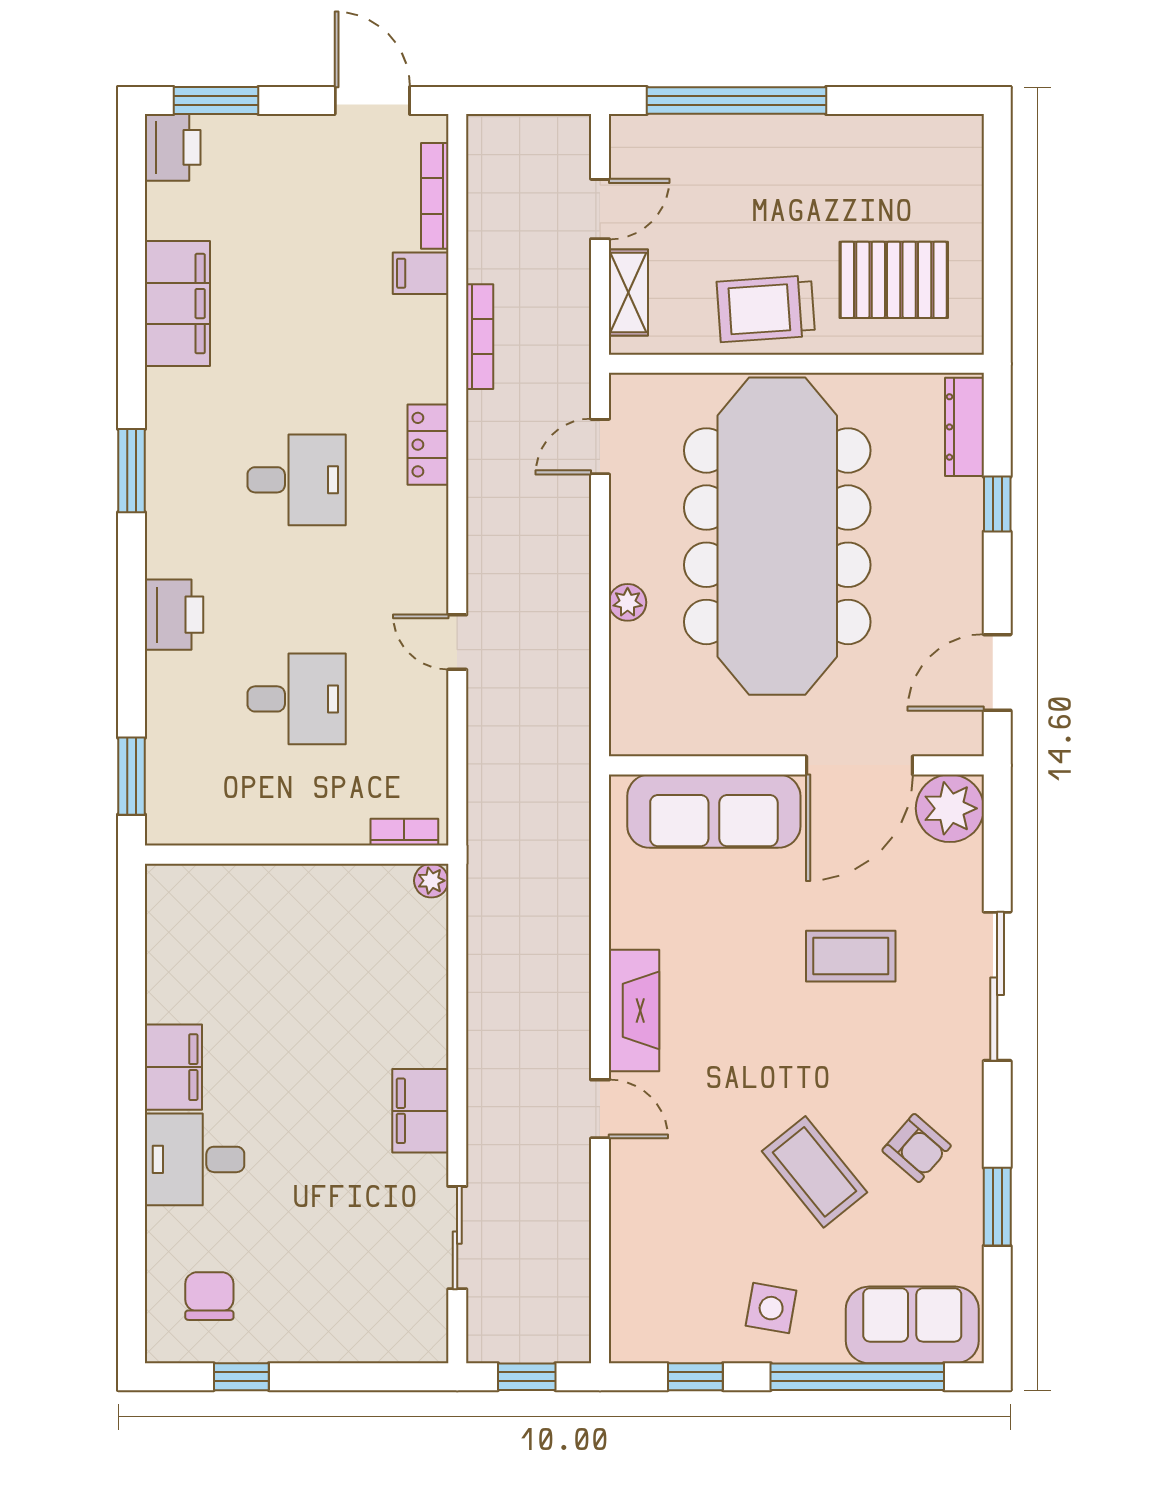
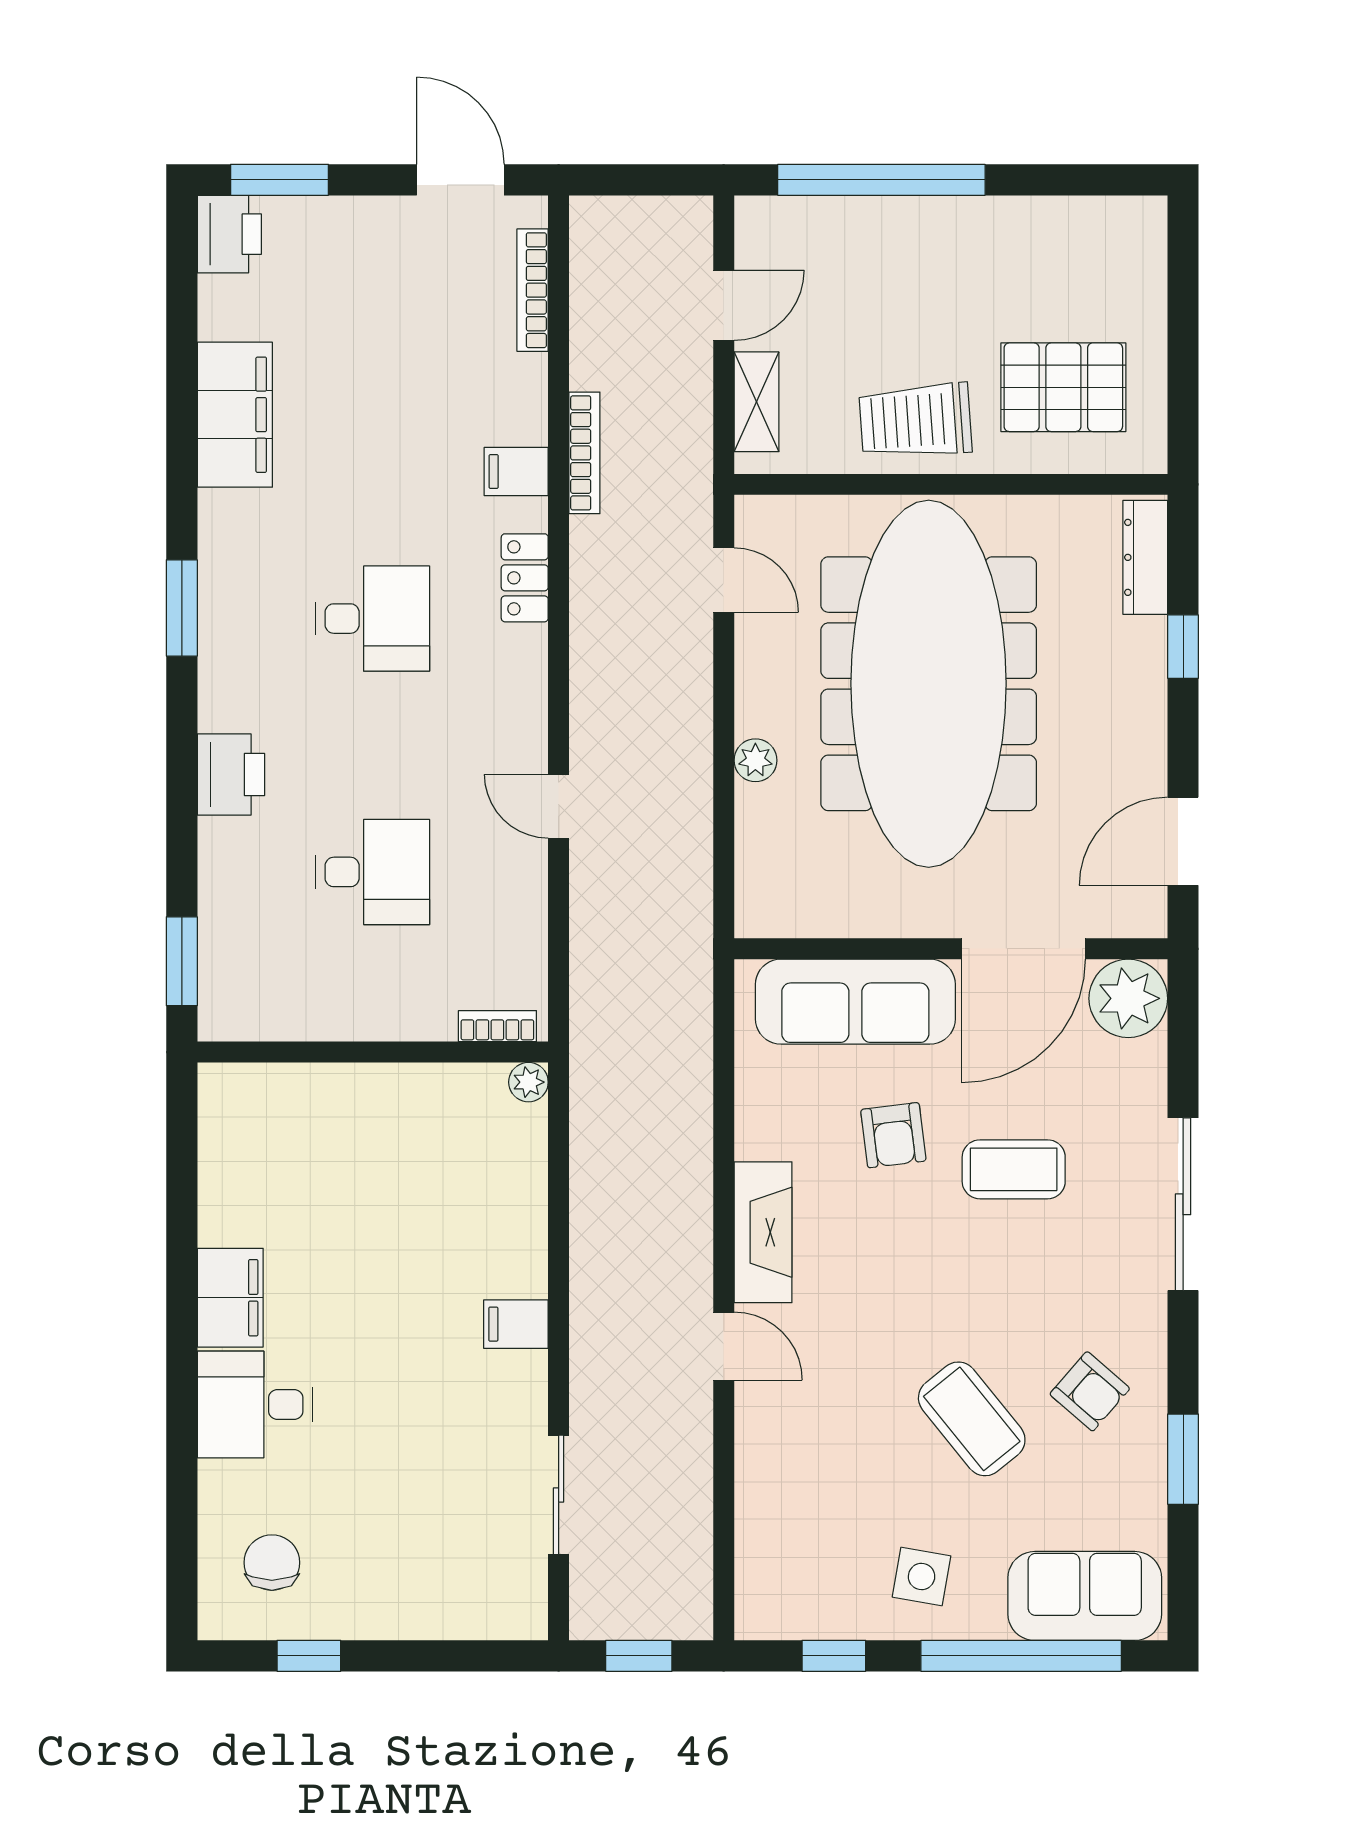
filing cabinet: (421, 273) -> (516, 471), moved
door: (600, 447) -> (724, 580), swing flipped
armchair: (747, 927) -> (893, 1135), added
filing cabinet: (420, 1111) -> (516, 1324), width x0.50

